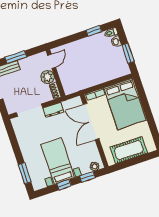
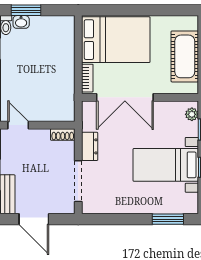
window: (128, 53) -> (26, 10), moved
plant: (48, 77) -> (39, 139), removed

